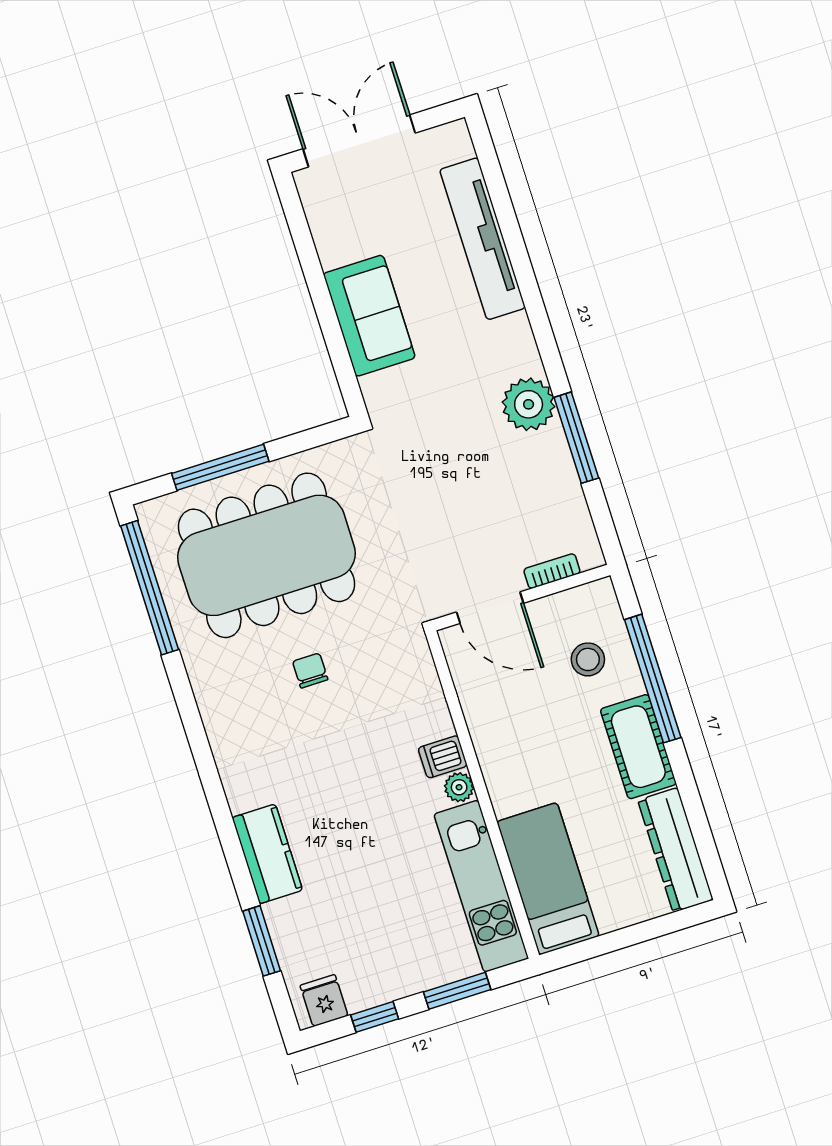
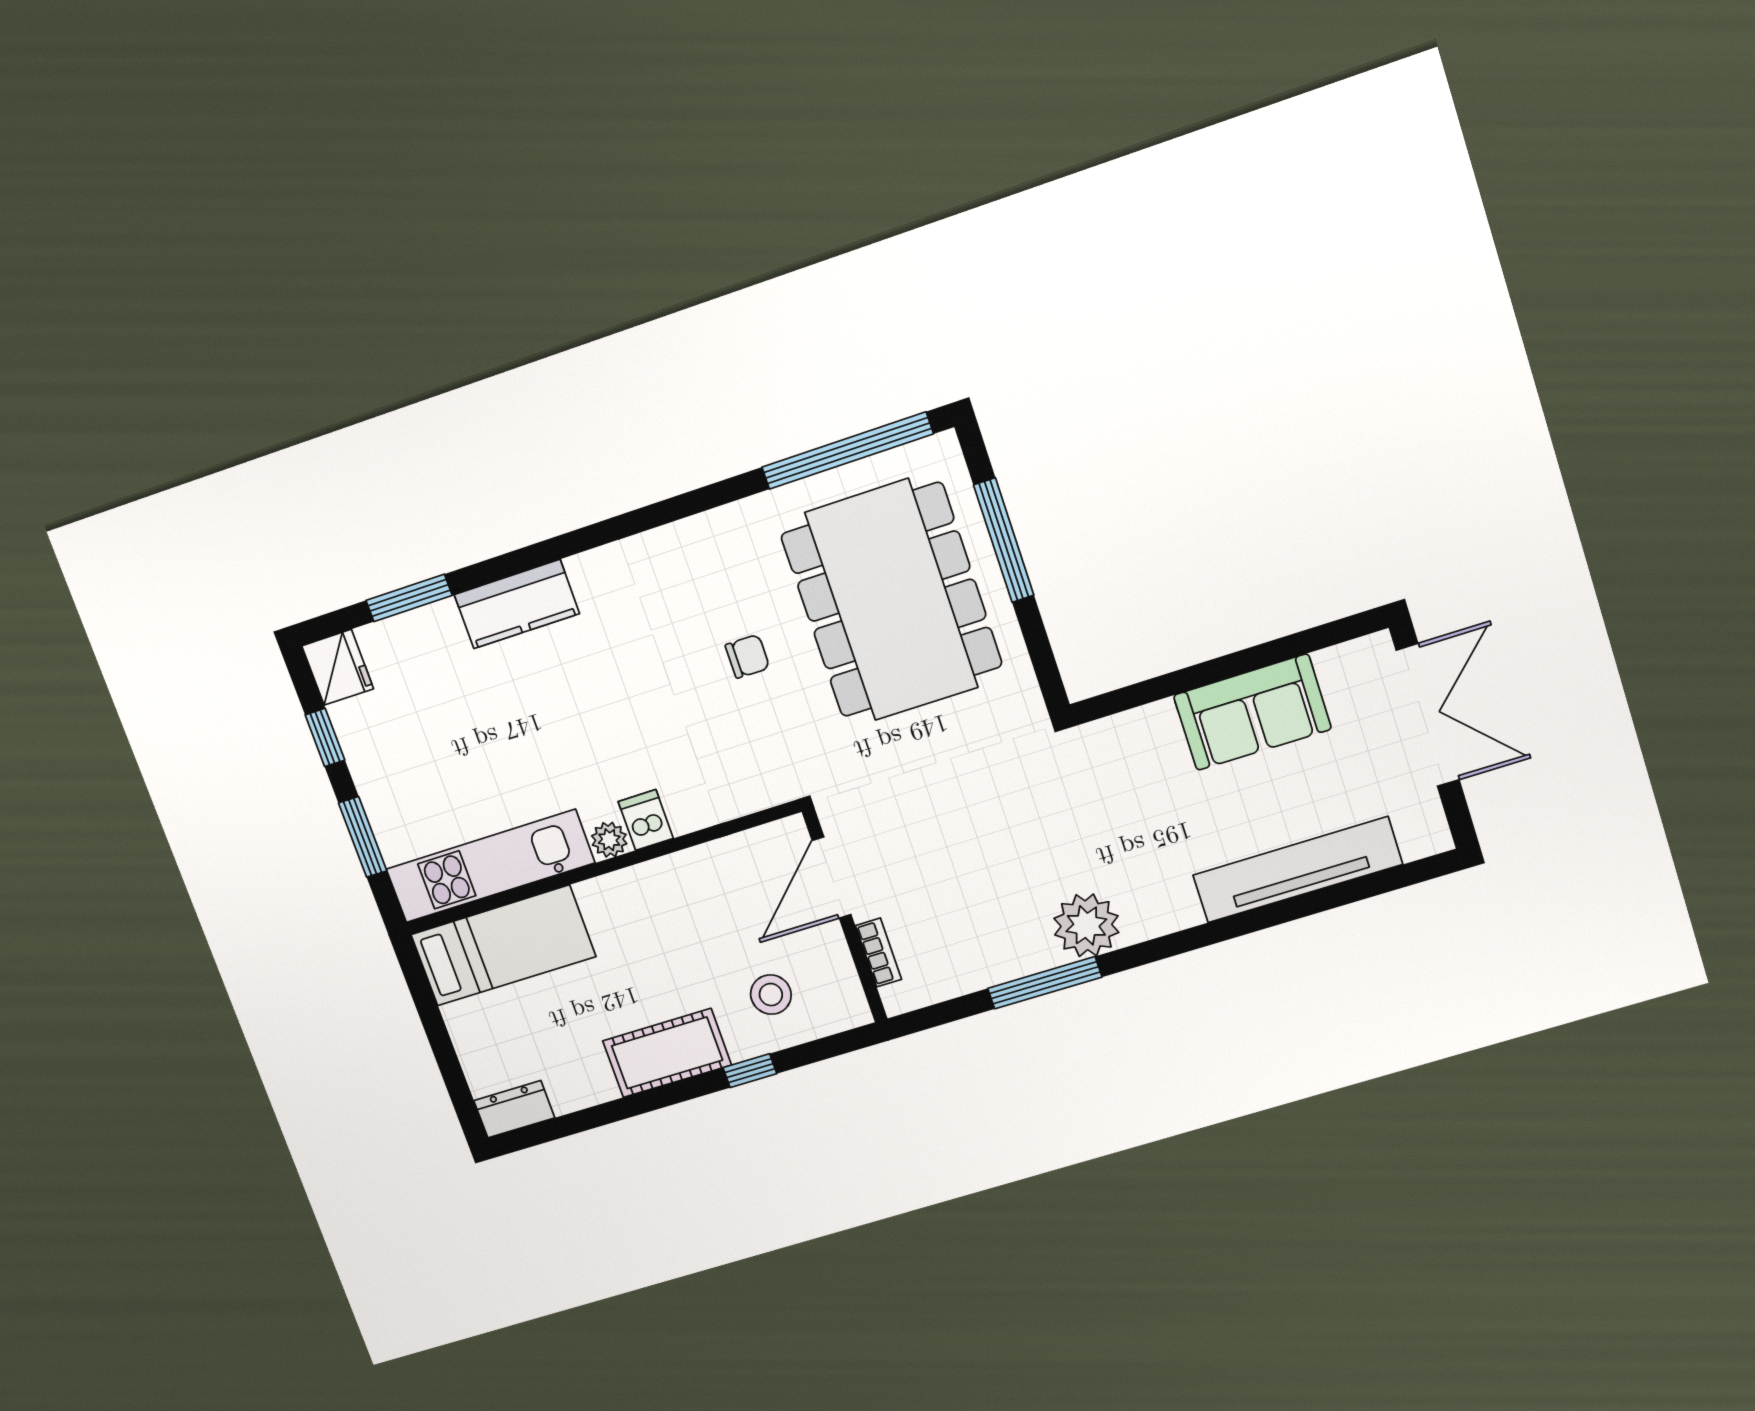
sofa: (369, 316) -> (1252, 712), moved
window: (653, 679) -> (750, 1071), width x0.32
dresser: (676, 850) -> (514, 1109), width x0.51, depth x0.80
fridge: (324, 1001) -> (338, 667), width x1.38

